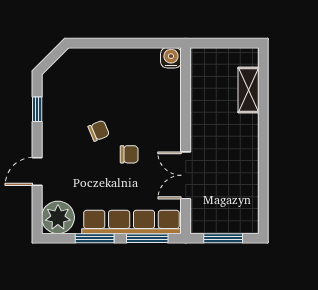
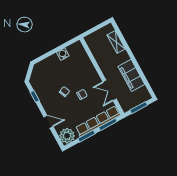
water cooler: (171, 58) -> (63, 54), moved
filing cabinet: (243, 169) -> (131, 75), added
door: (37, 171) -> (48, 122), swing flipped

